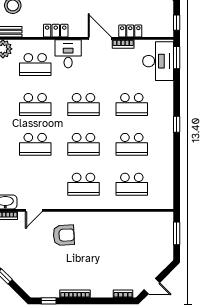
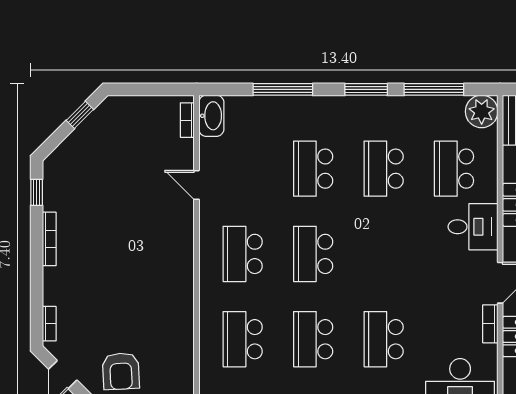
school desk: (83, 104) -> (384, 254), removed
door: (34, 210) -> (196, 185), moved
armchair: (64, 235) -> (121, 371), moved

